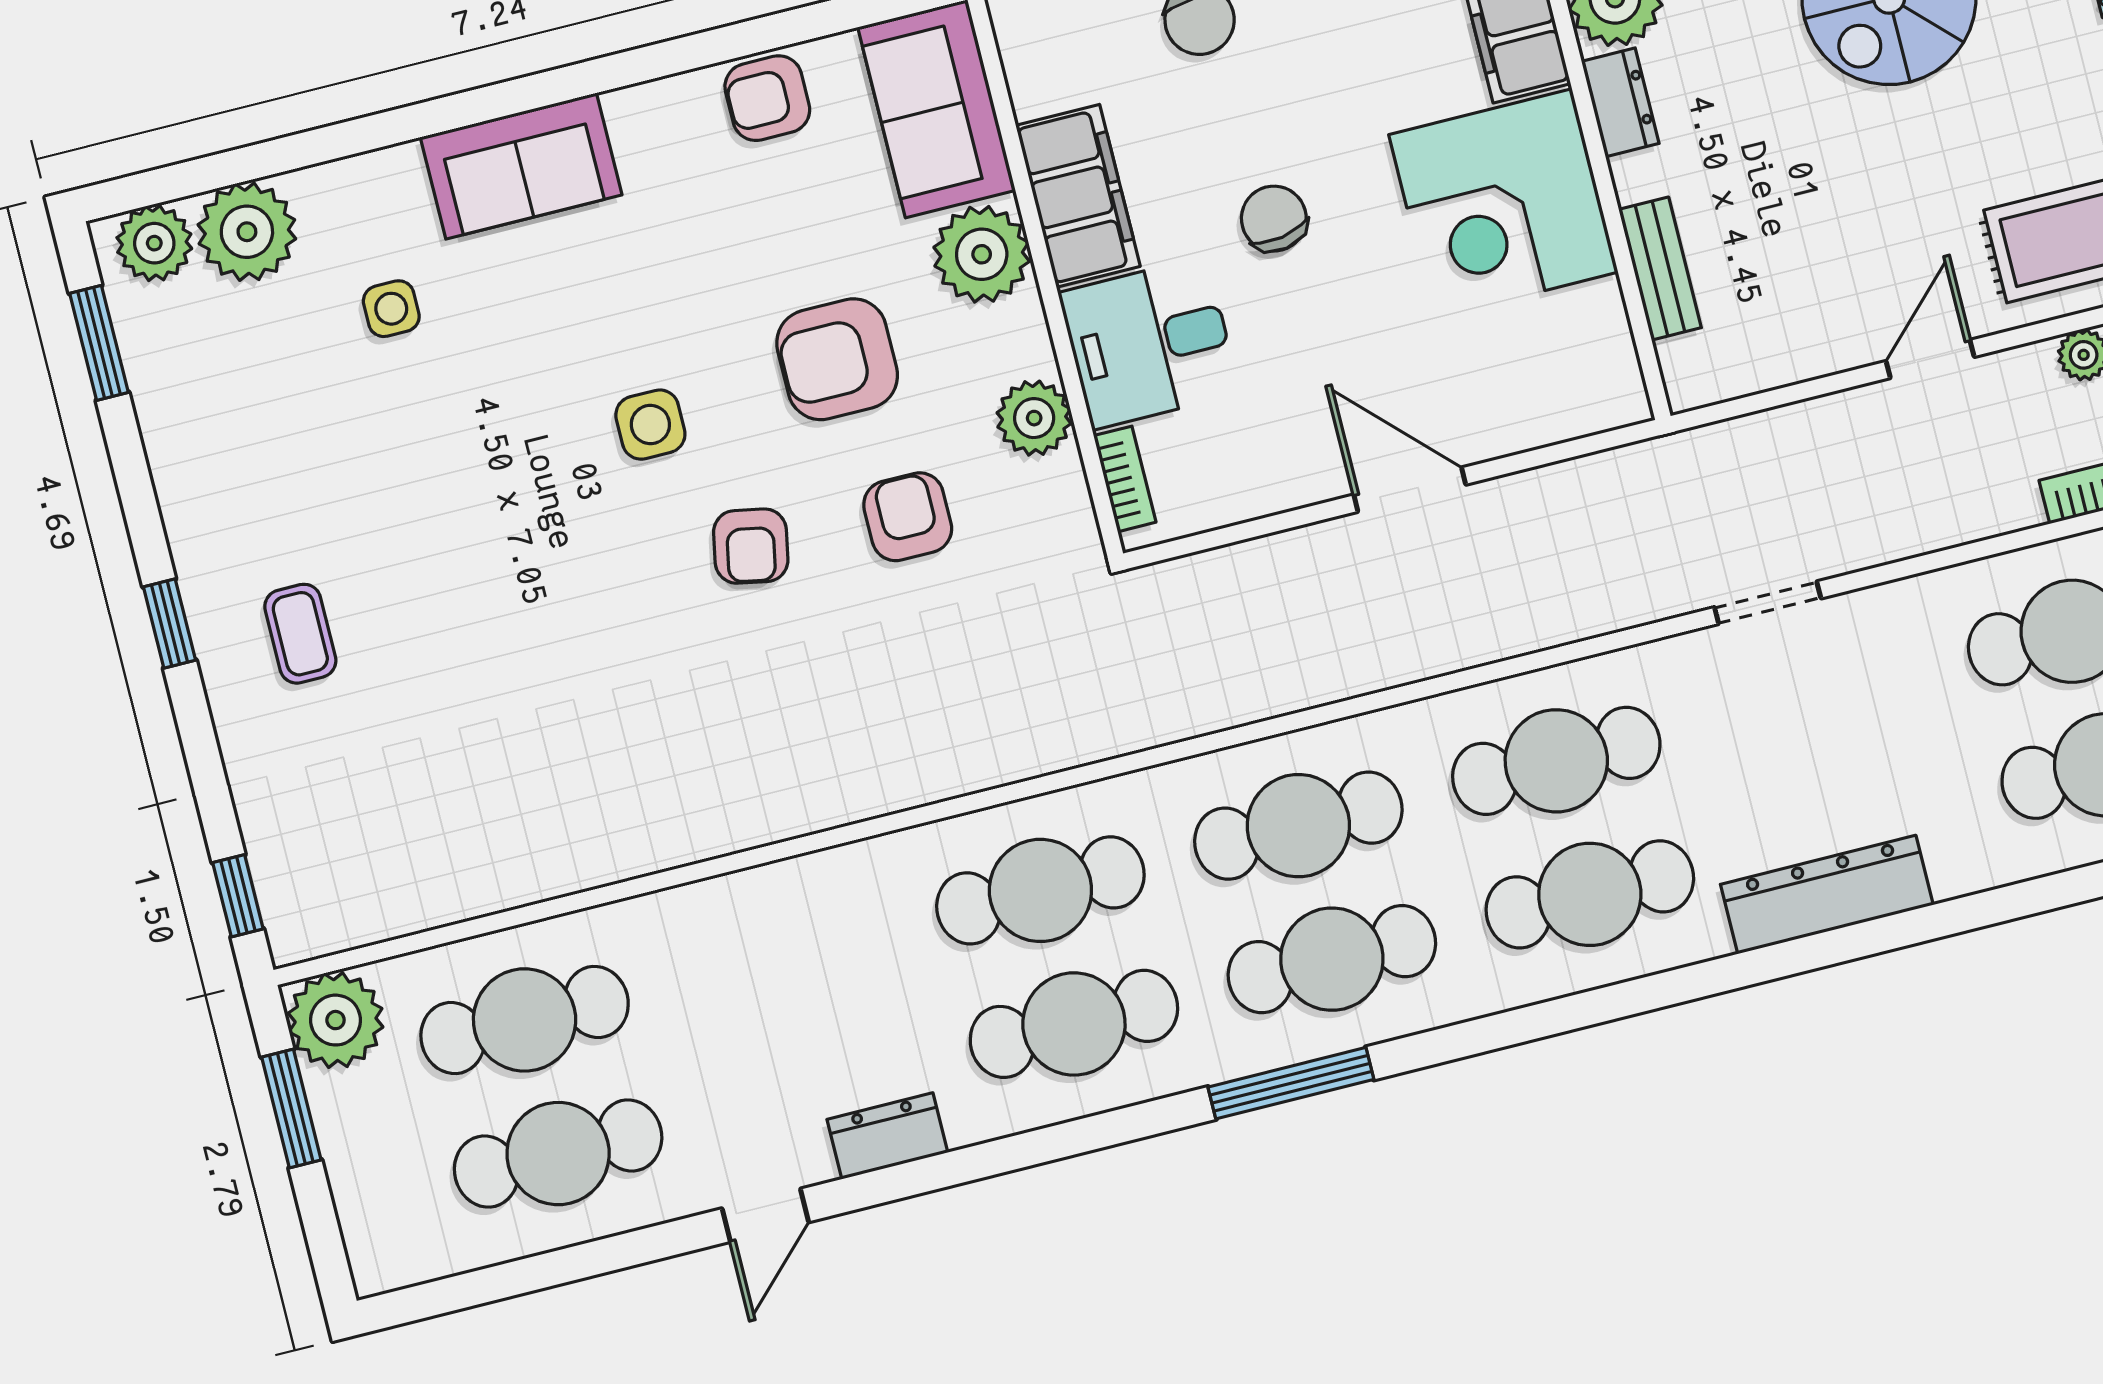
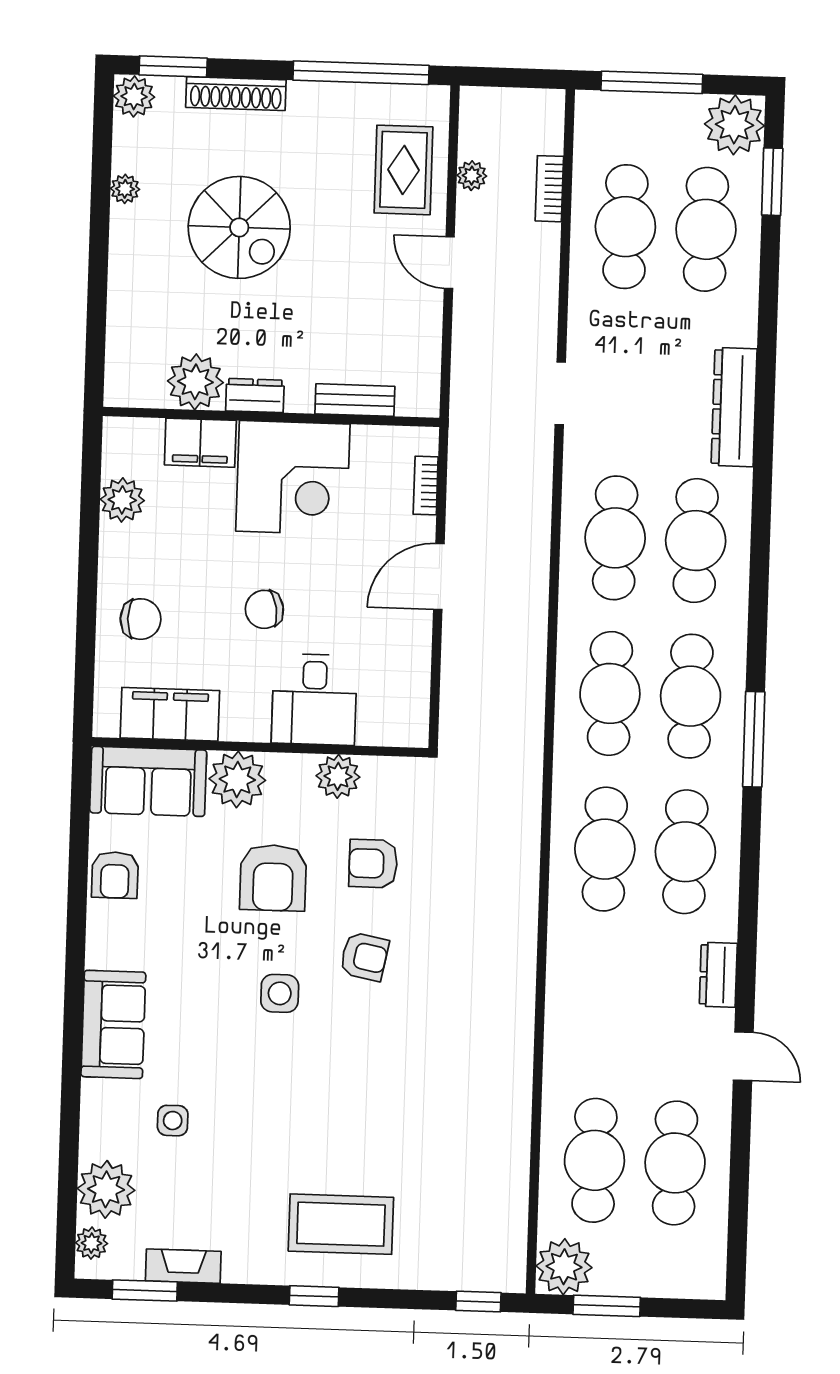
filing cabinet: (1078, 196) -> (170, 714), moved
plant: (154, 243) -> (91, 1243), width x0.73, depth x0.73
fireplace: (157, 395) -> (183, 1266), added
bookcase: (1125, 479) -> (426, 486), moved, turned -90
coffee table: (300, 634) -> (341, 1224), width x1.86, depth x1.72

